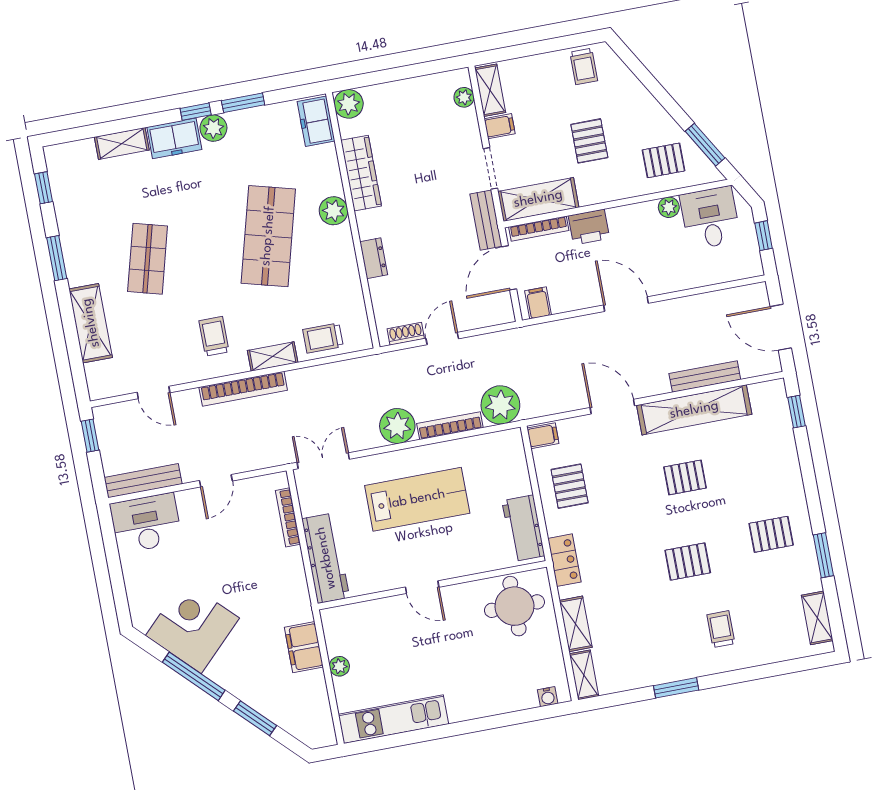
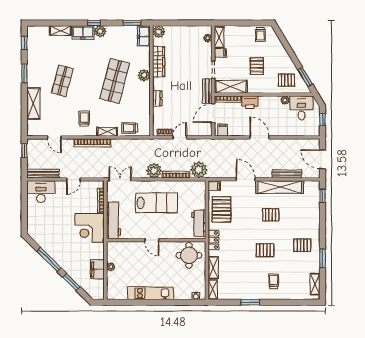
window: (243, 103) -> (132, 23), moved
pallet: (570, 486) -> (221, 209), width x1.50, depth x1.42
corner desk: (192, 627) -> (90, 228), moved, turned -135
filing cabinet: (304, 647) -> (97, 269), moved
kitchen unit: (393, 719) -> (150, 293), moved

